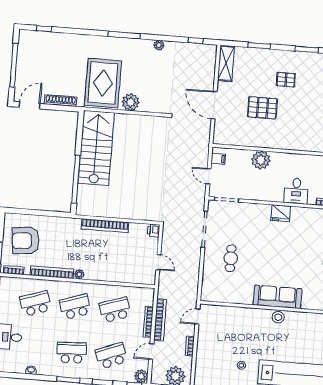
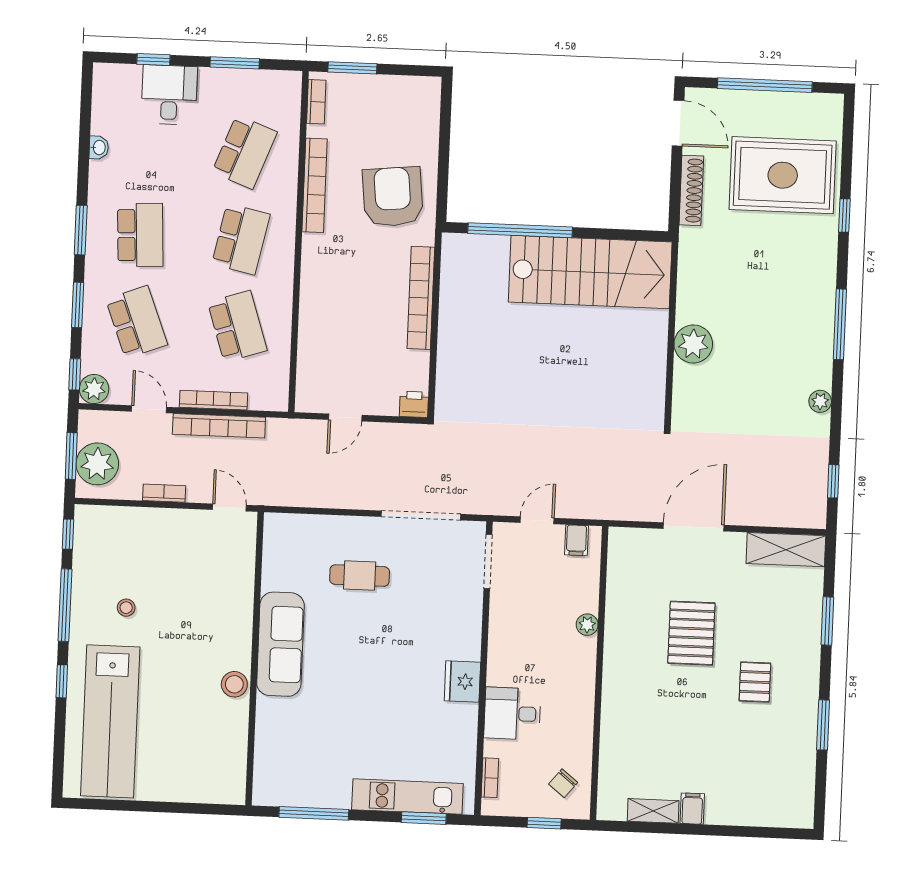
window: (44, 29) -> (844, 216), moved
rug: (103, 83) -> (783, 175), moved
plant: (261, 160) -> (587, 625), width x0.53, depth x0.53
armchair: (26, 241) -> (393, 197), moved
plant: (79, 274) -> (312, 245), removed
sofa: (278, 297) -> (280, 644), moved
school desk: (36, 304) -> (245, 152), turned 39
school desk: (75, 307) -> (241, 239), turned 30

